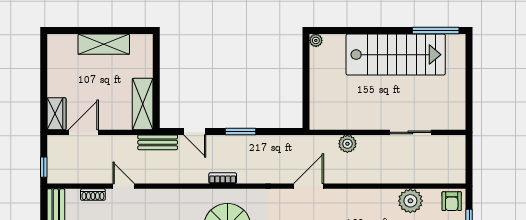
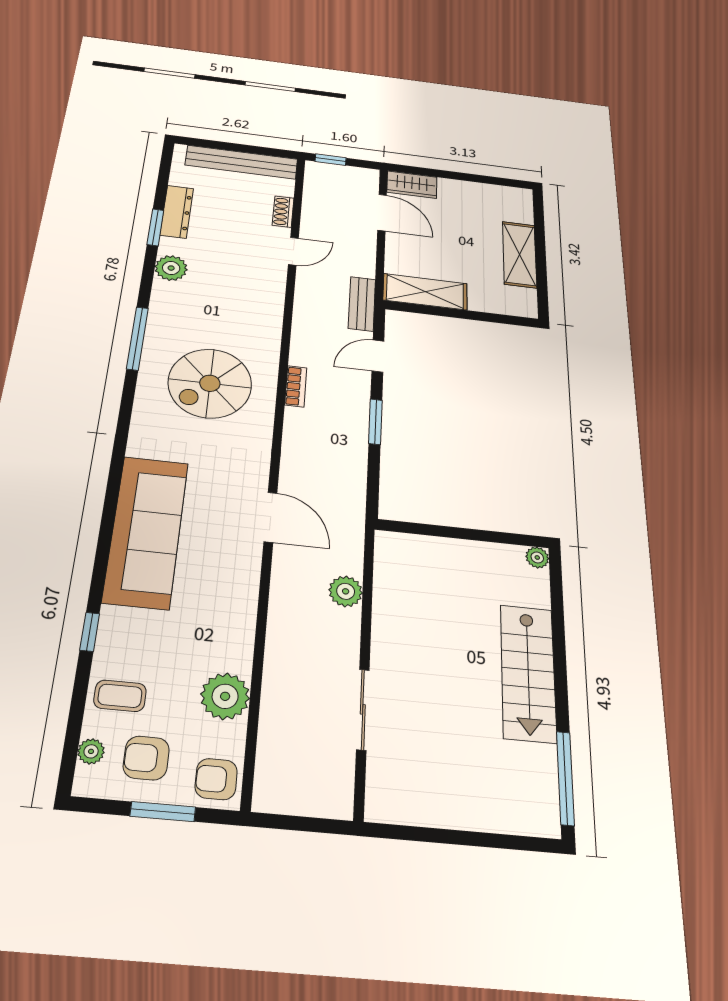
stairs: (396, 55) -> (528, 673), width x0.73, depth x0.66

